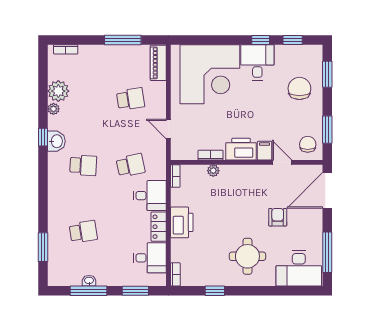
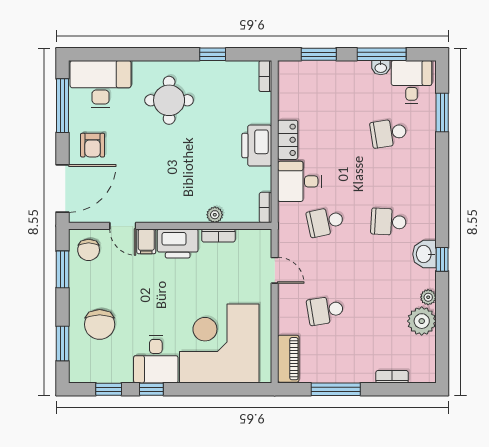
bookcase: (66, 49) -> (392, 377), moved
armchair: (278, 217) -> (93, 145), moved
desk: (150, 258) -> (412, 82), moved, turned 90

